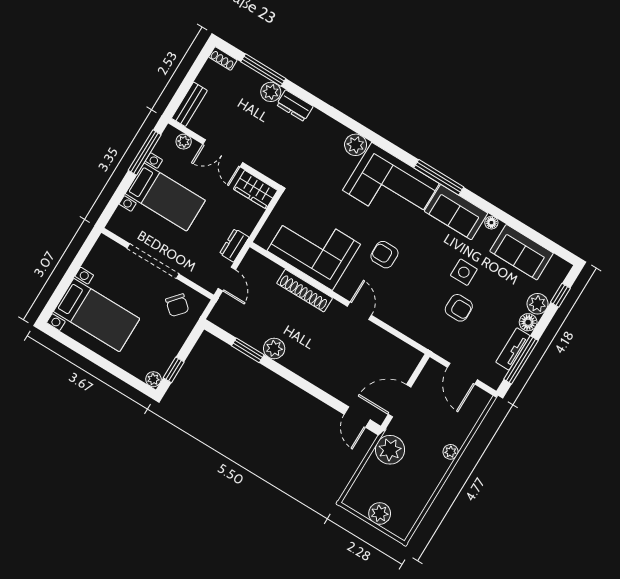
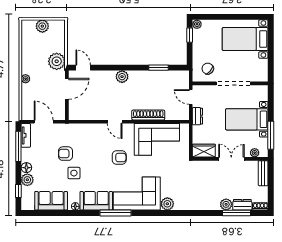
dresser: (295, 106) -> (242, 205), moved
plant: (274, 349) -> (122, 77), moved
tv unit: (513, 349) -> (26, 135), moved

